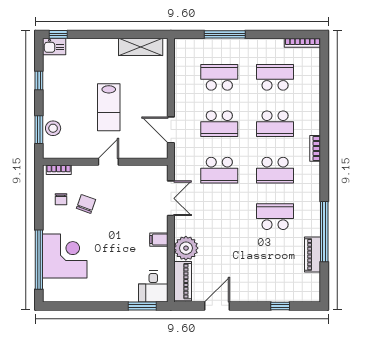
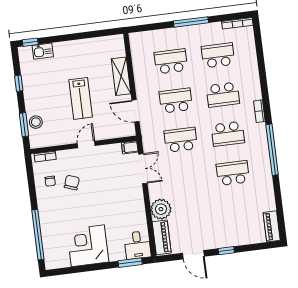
window: (225, 34) -> (191, 22), moved
kitchen sink: (54, 46) -> (43, 51), moved
shelving: (141, 47) -> (121, 76), moved, turned 90
school desk: (219, 124) -> (176, 101), turned 180
school desk: (219, 170) -> (181, 140), turned 180
window: (324, 232) -> (272, 150), moved
filing cabinet: (159, 240) -> (130, 147), moved
piano: (313, 255) -> (272, 226), moved
corner desk: (65, 256) -> (88, 246), moved, turned -90
door: (217, 306) -> (193, 255), swing flipped
window: (280, 306) -> (226, 251), moved

